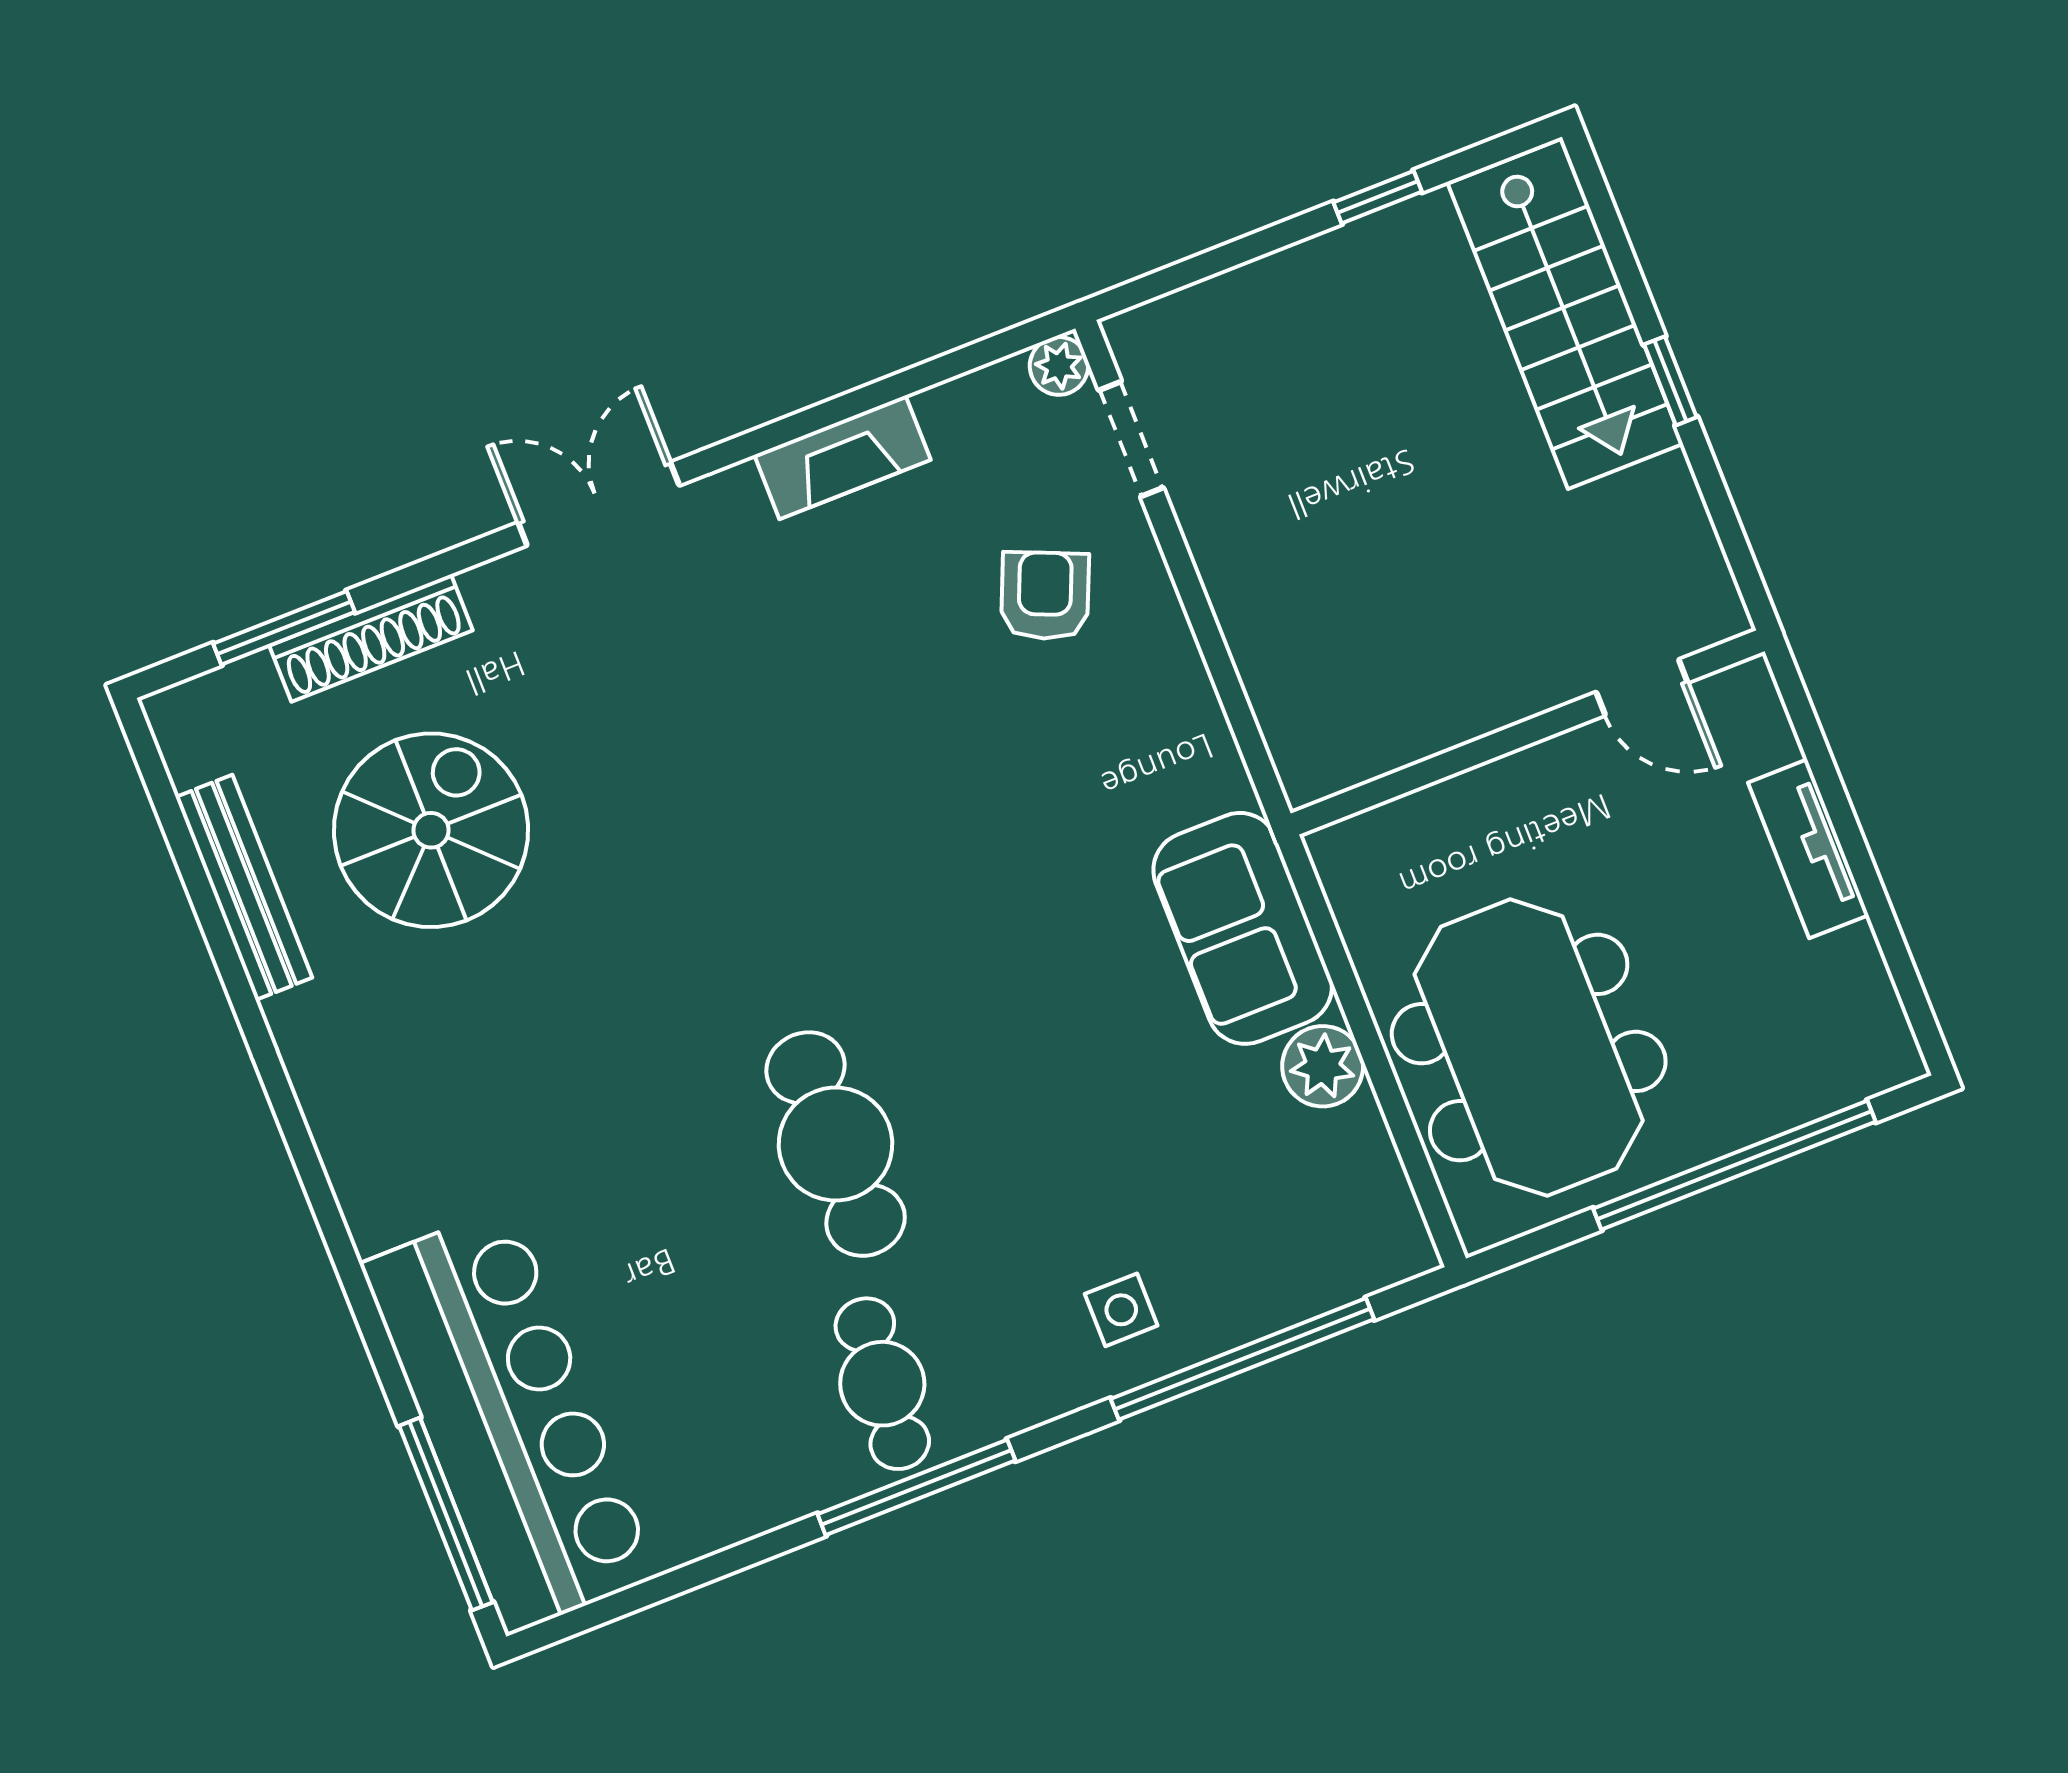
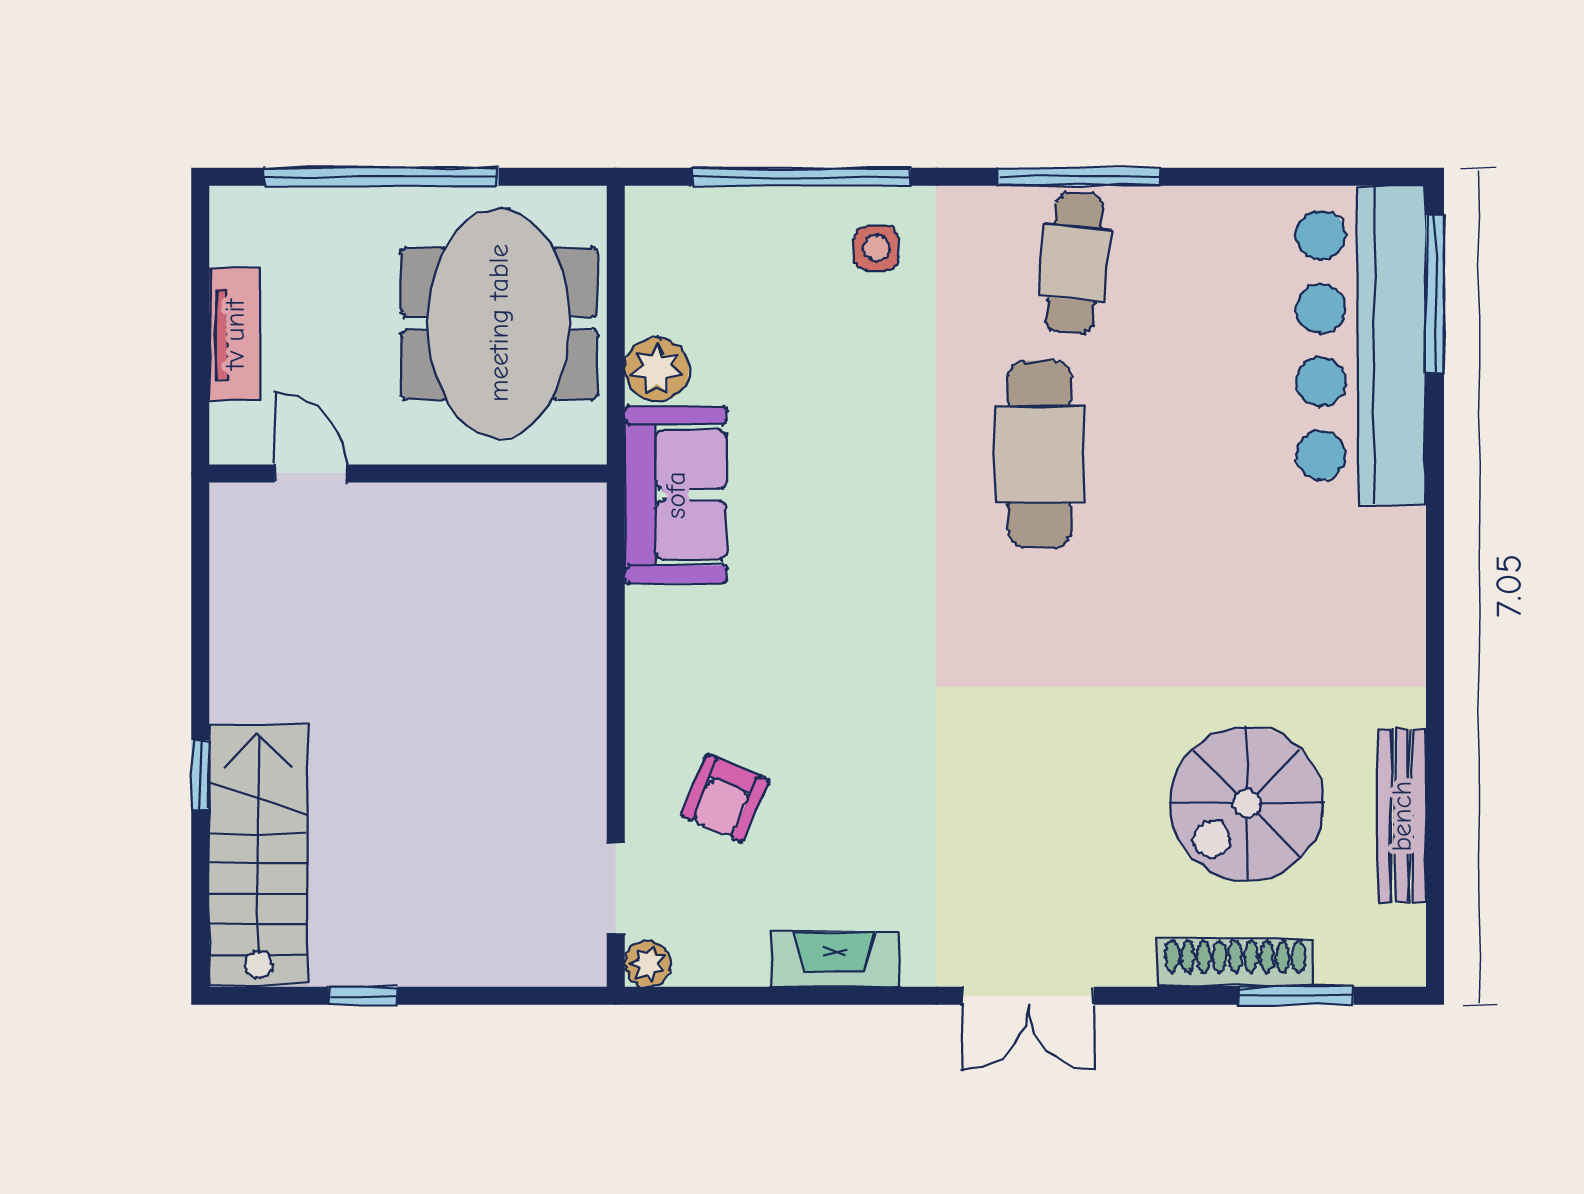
door: (1642, 687) -> (311, 473), moved
wall: (1528, 732) -> (408, 473), moved
tv unit: (1808, 849) -> (235, 334), moved

